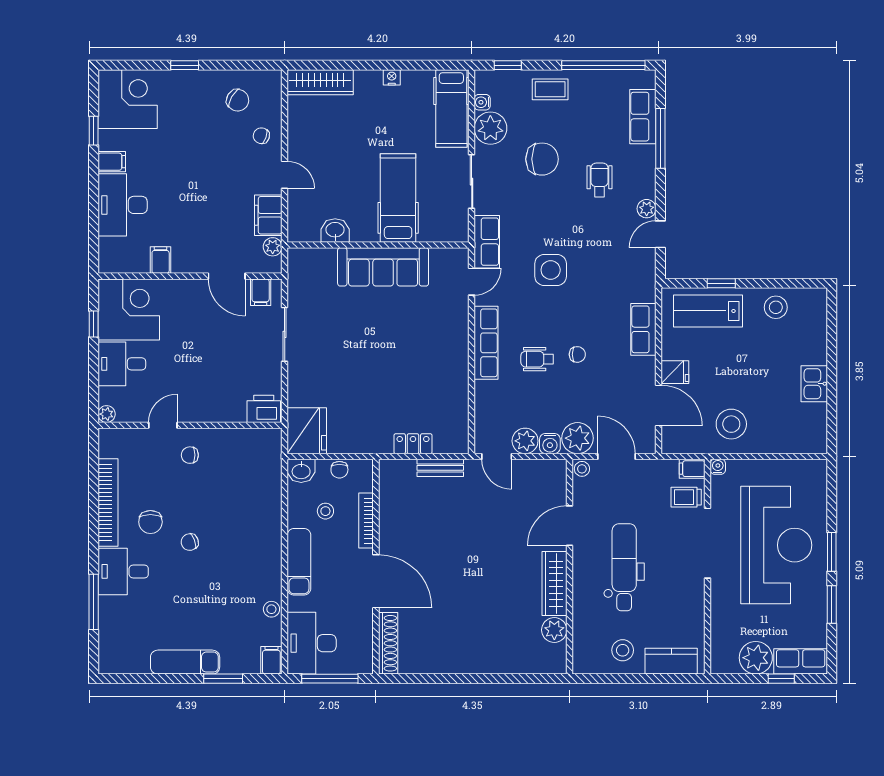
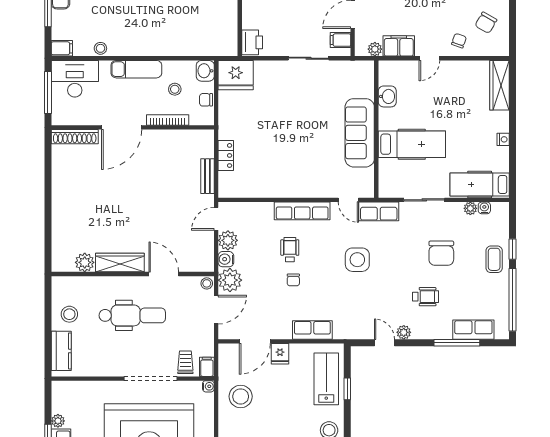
window: (508, 65) -> (512, 249), moved
plant: (490, 128) -> (470, 208), width x0.53, depth x0.53
plant: (756, 658) -> (58, 421), width x0.53, depth x0.53

